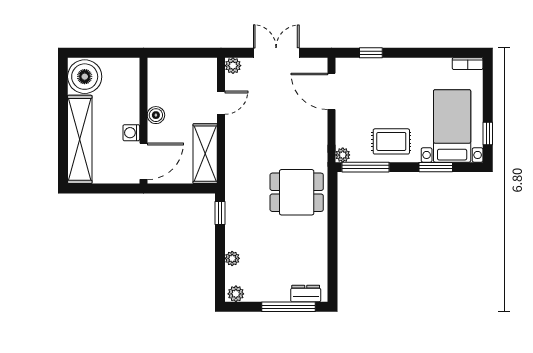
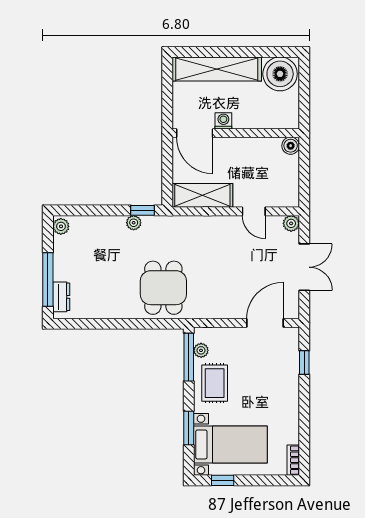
boiler: (156, 115) -> (291, 146), moved
plant: (343, 155) -> (201, 350), moved
plant: (232, 258) -> (134, 223), moved

